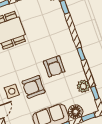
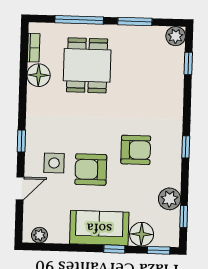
armchair: (54, 66) -> (136, 150), turned -90

